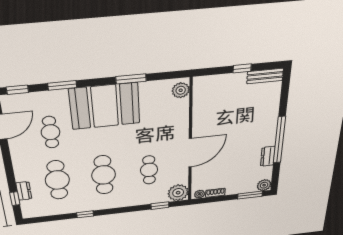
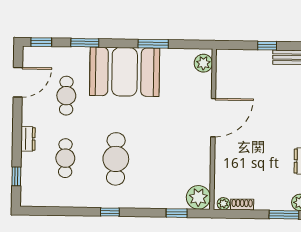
door: (190, 153) -> (213, 118), moved
cafe table: (149, 170) -> (166, 160), removed
cafe table: (57, 180) -> (65, 158), width x0.73, depth x0.74
dresser: (24, 191) -> (28, 139), moved
window: (85, 214) -> (110, 212), moved

